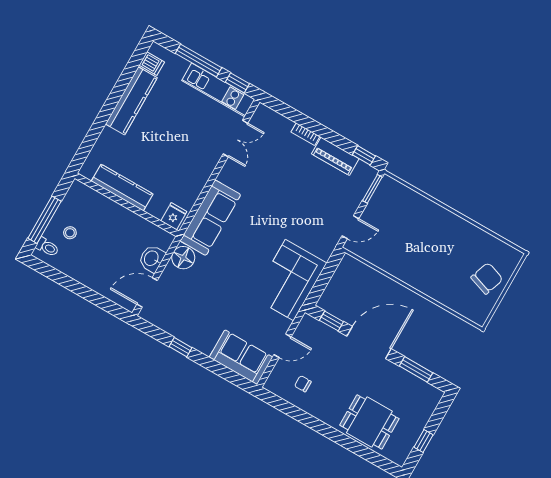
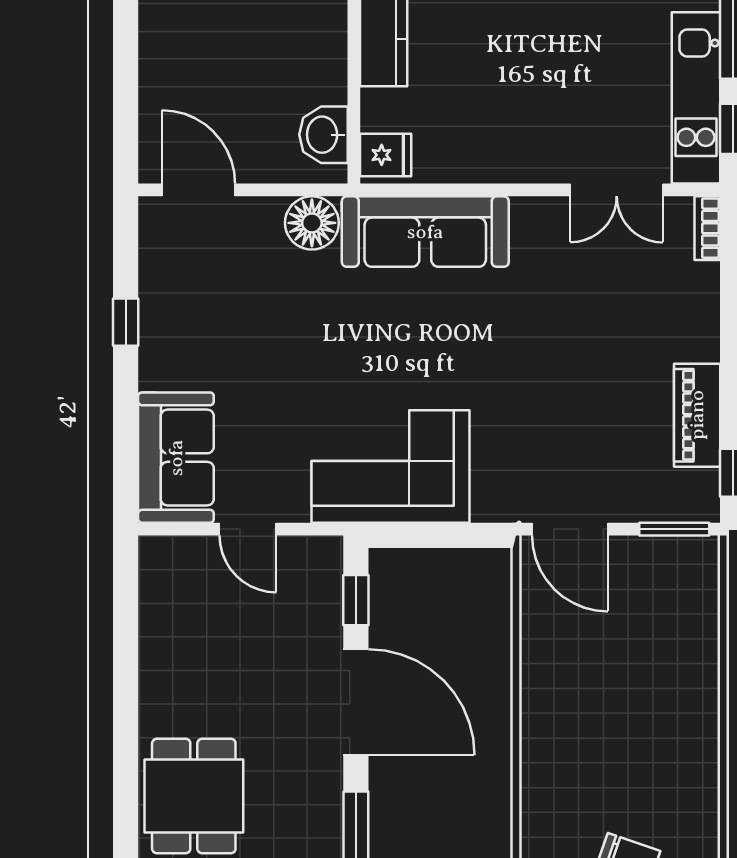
bookcase: (305, 134) -> (707, 228), moved
door: (350, 227) -> (570, 529), width x1.38
washbasin: (152, 259) -> (323, 135), moved, turned -90
chair: (303, 384) -> (194, 615), removed

